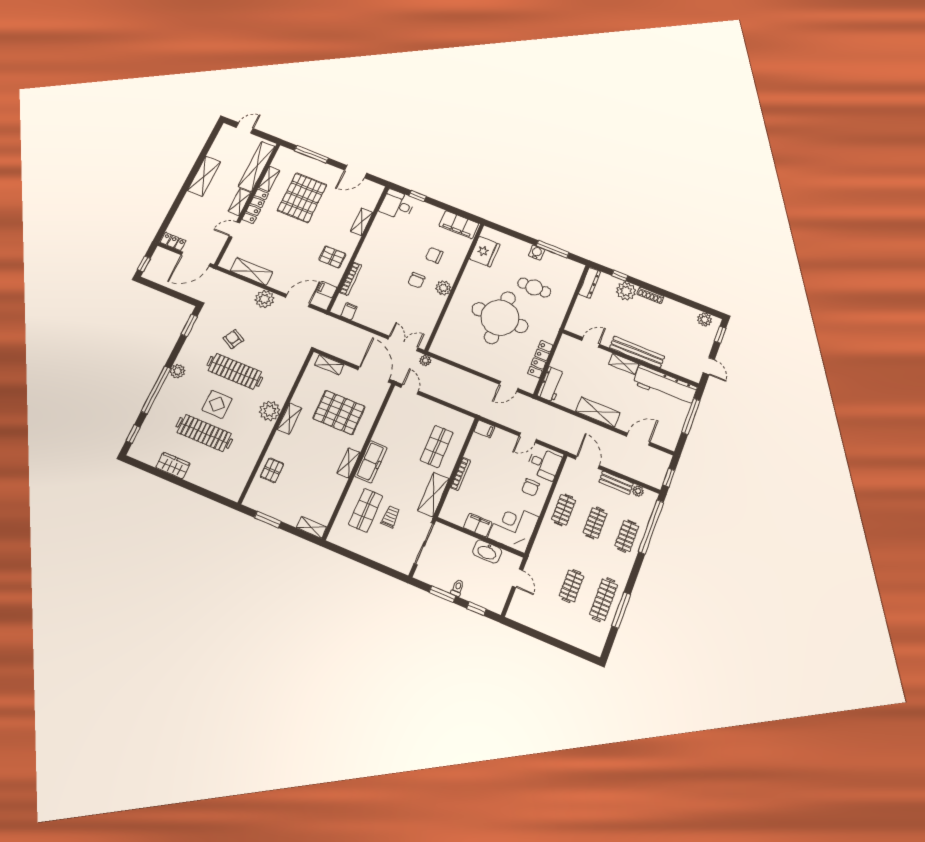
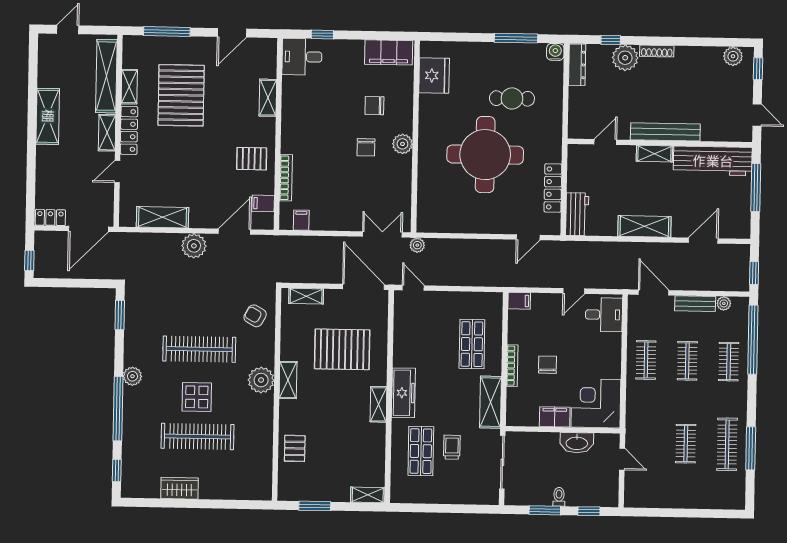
water cooler: (537, 253) -> (555, 52), moved
armchair: (233, 339) -> (255, 316), moved
chair: (530, 487) -> (547, 365), moved, turned 180

